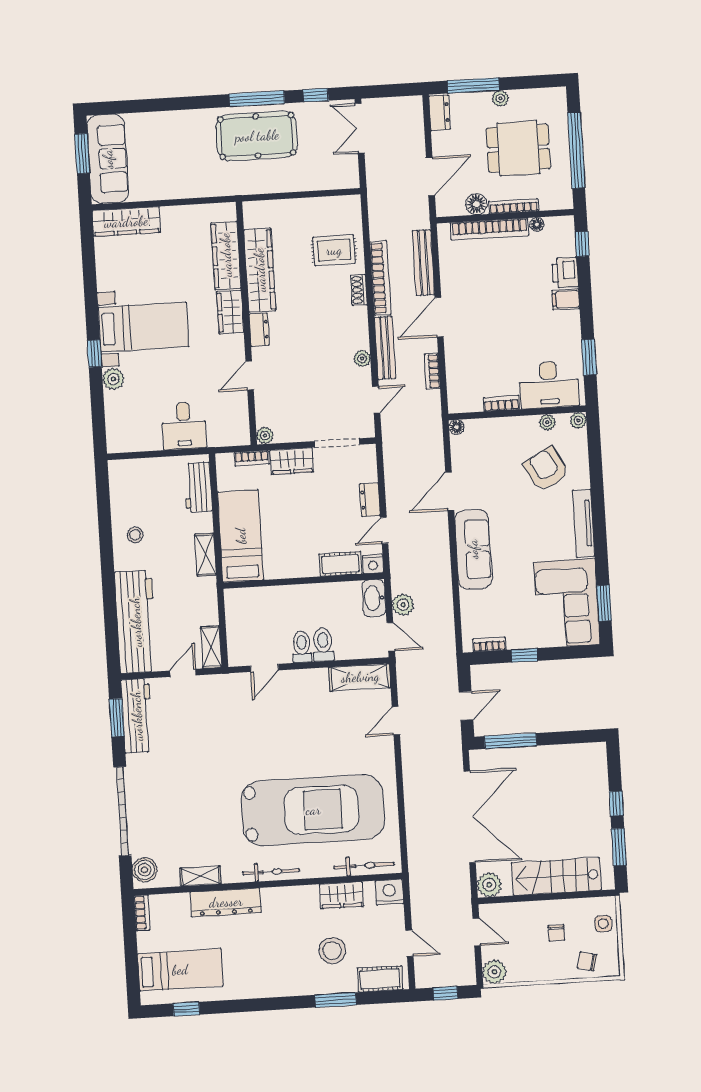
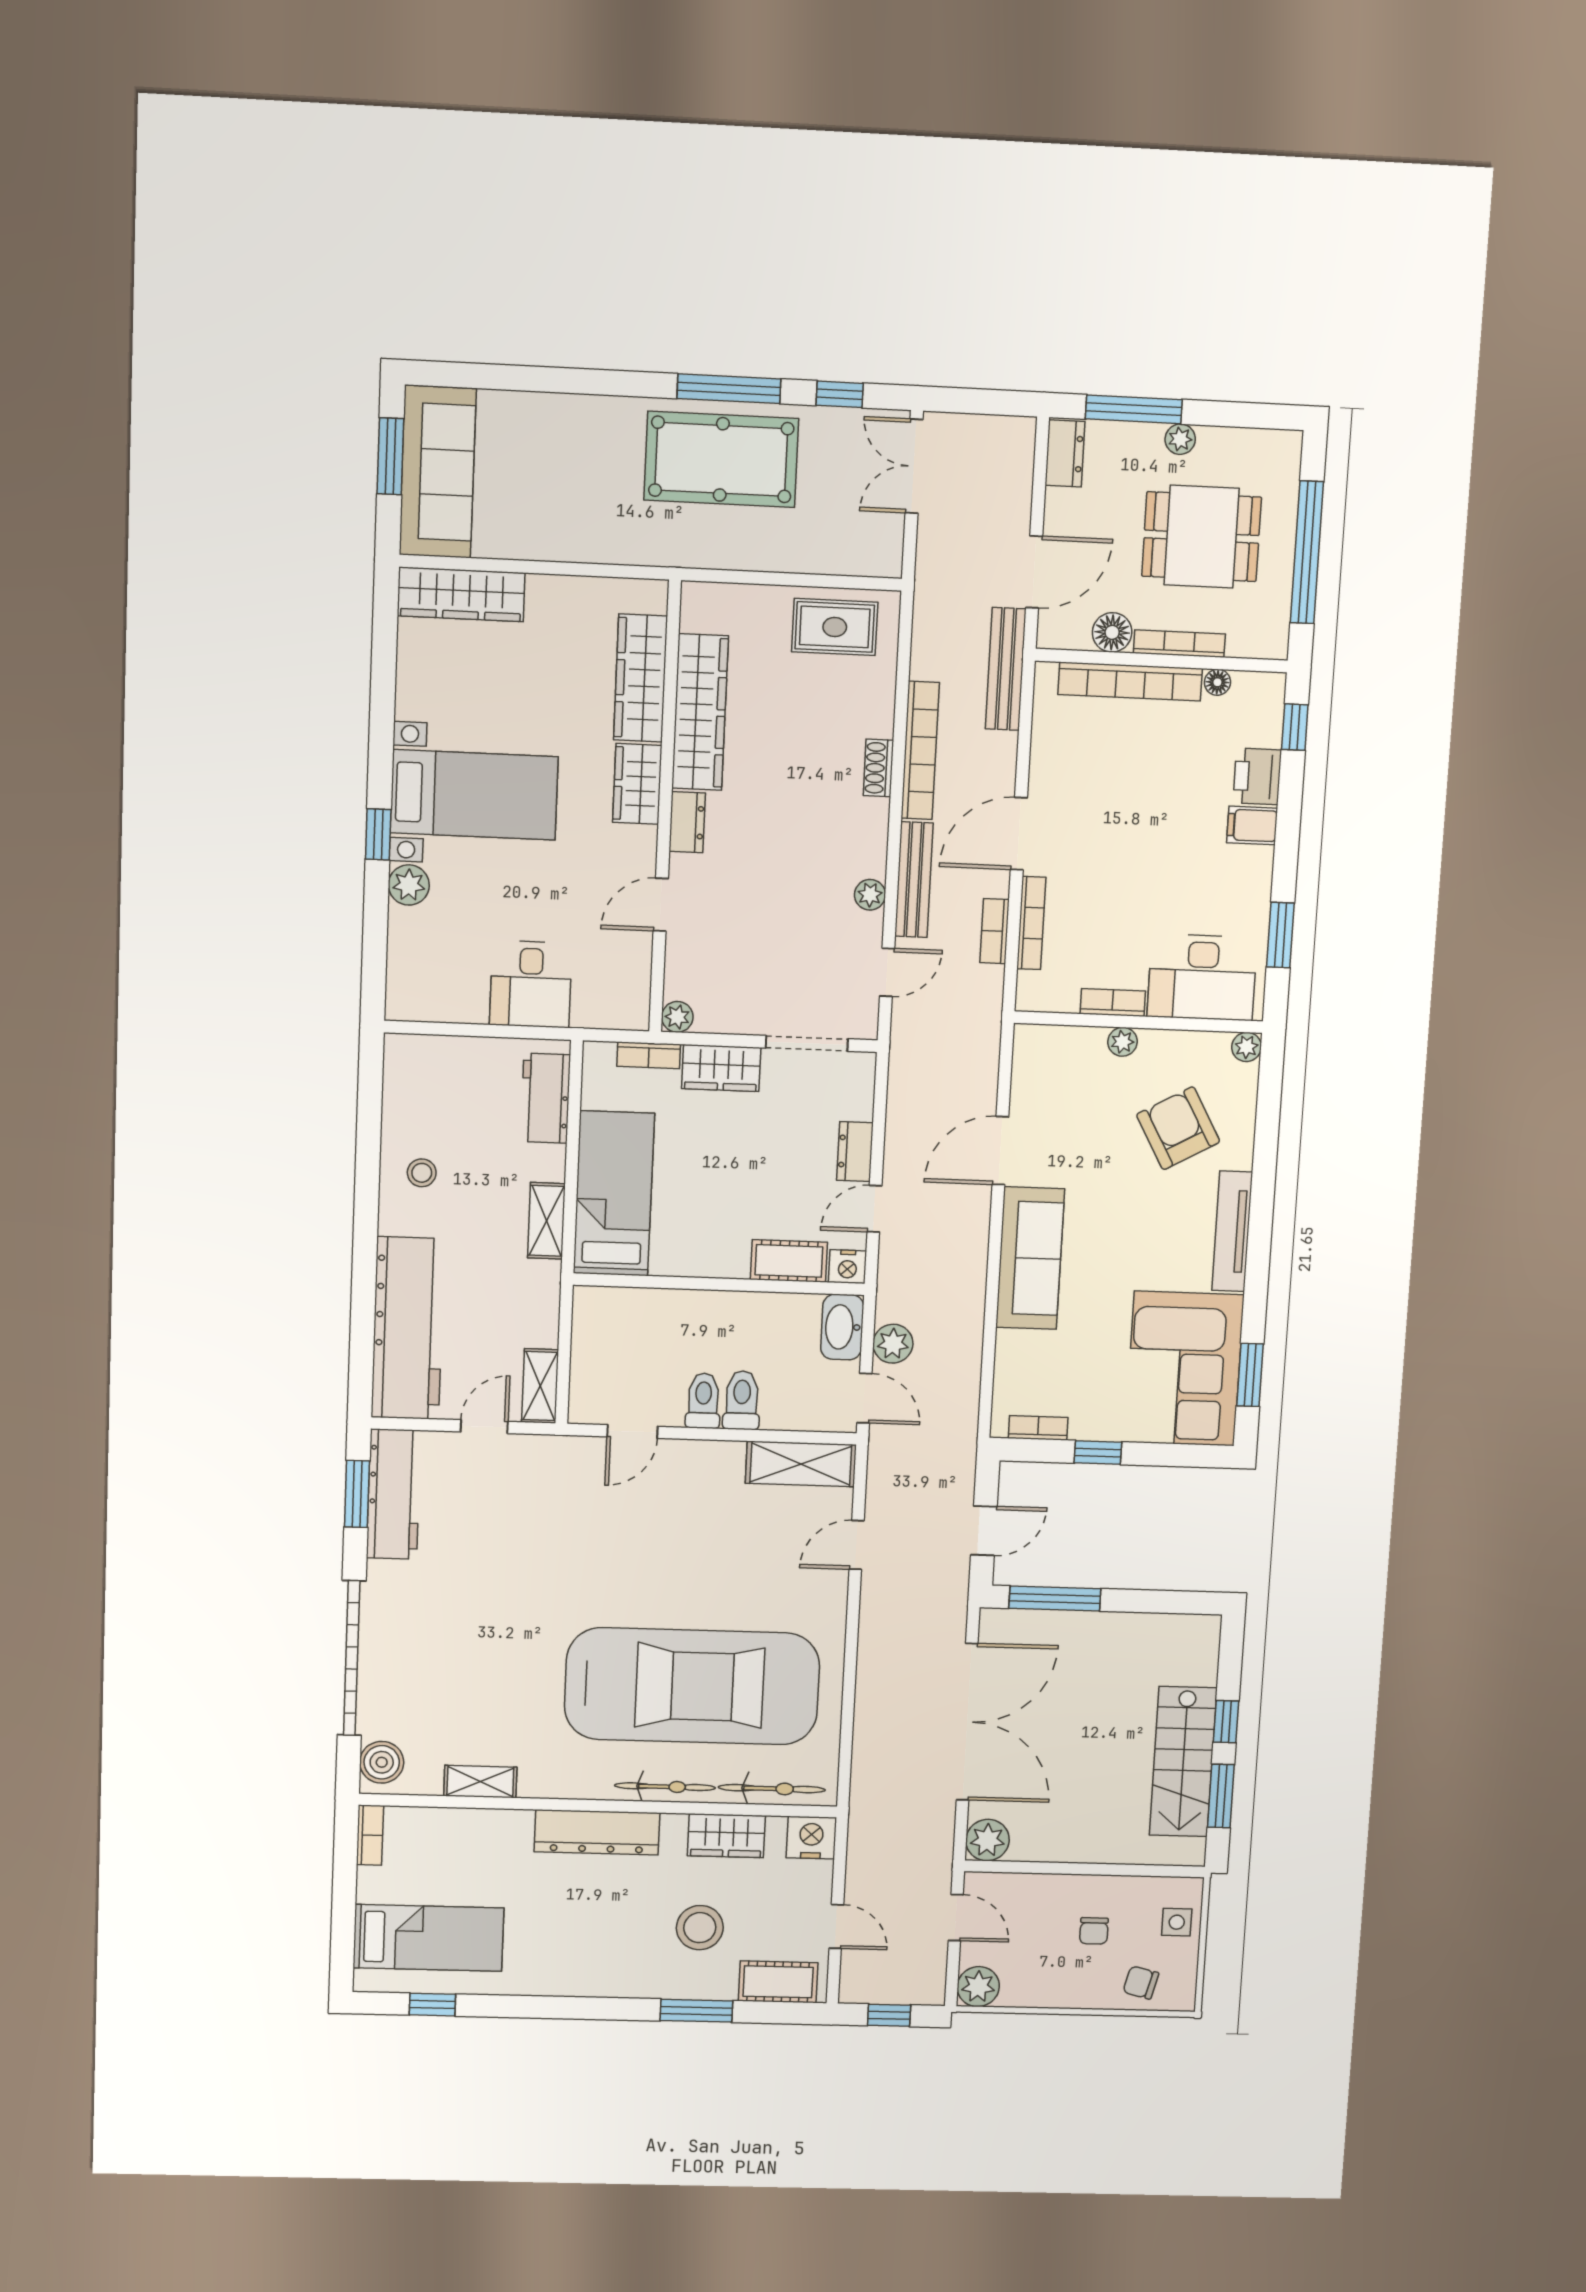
rug: (334, 250) -> (835, 627), moved
bench: (423, 263) -> (1006, 669), moved
bookcase: (452, 365) -> (1031, 923), added
plant: (547, 422) -> (1122, 1042), moved
floor lamp: (456, 427) -> (1026, 1037), removed
bicycle: (271, 872) -> (665, 1787), moved
stairs: (556, 876) -> (1183, 1762), moved, turned -90
dresser: (226, 902) -> (597, 1832), moved

